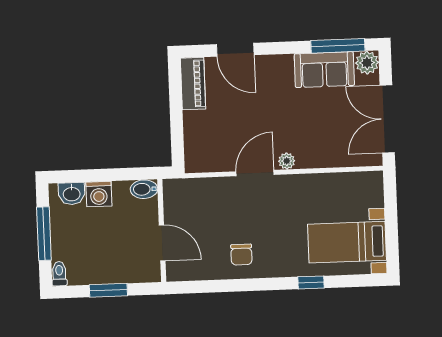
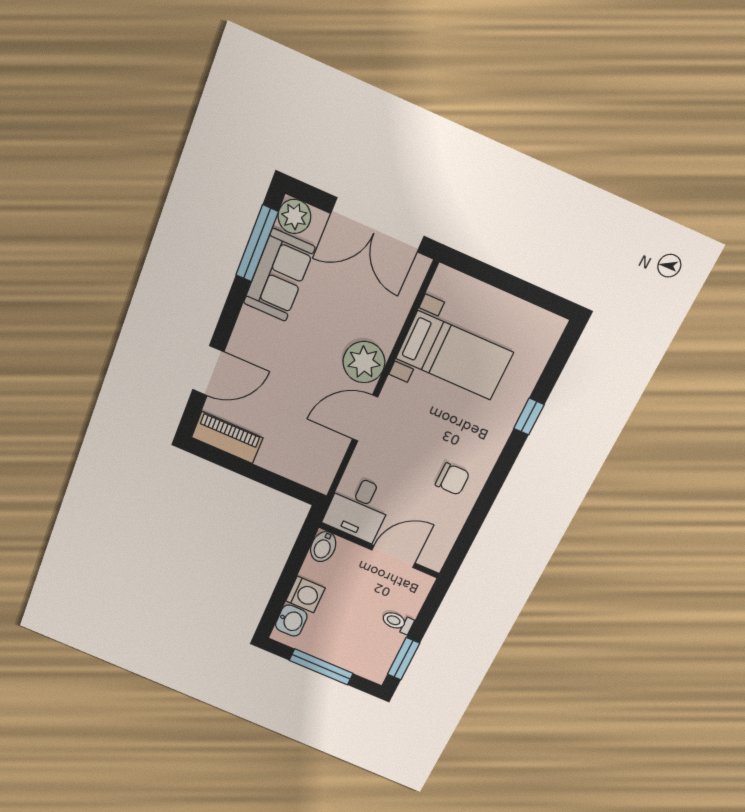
plant: (287, 161) -> (364, 362), width x1.88, depth x1.88
door: (255, 173) -> (365, 418), hinge flipped
desk: (187, 200) -> (358, 508), added
bed with nightstands: (347, 242) -> (454, 355), moved, turned -90
toilet: (59, 274) -> (397, 622), moved
window: (108, 290) -> (403, 659), moved

